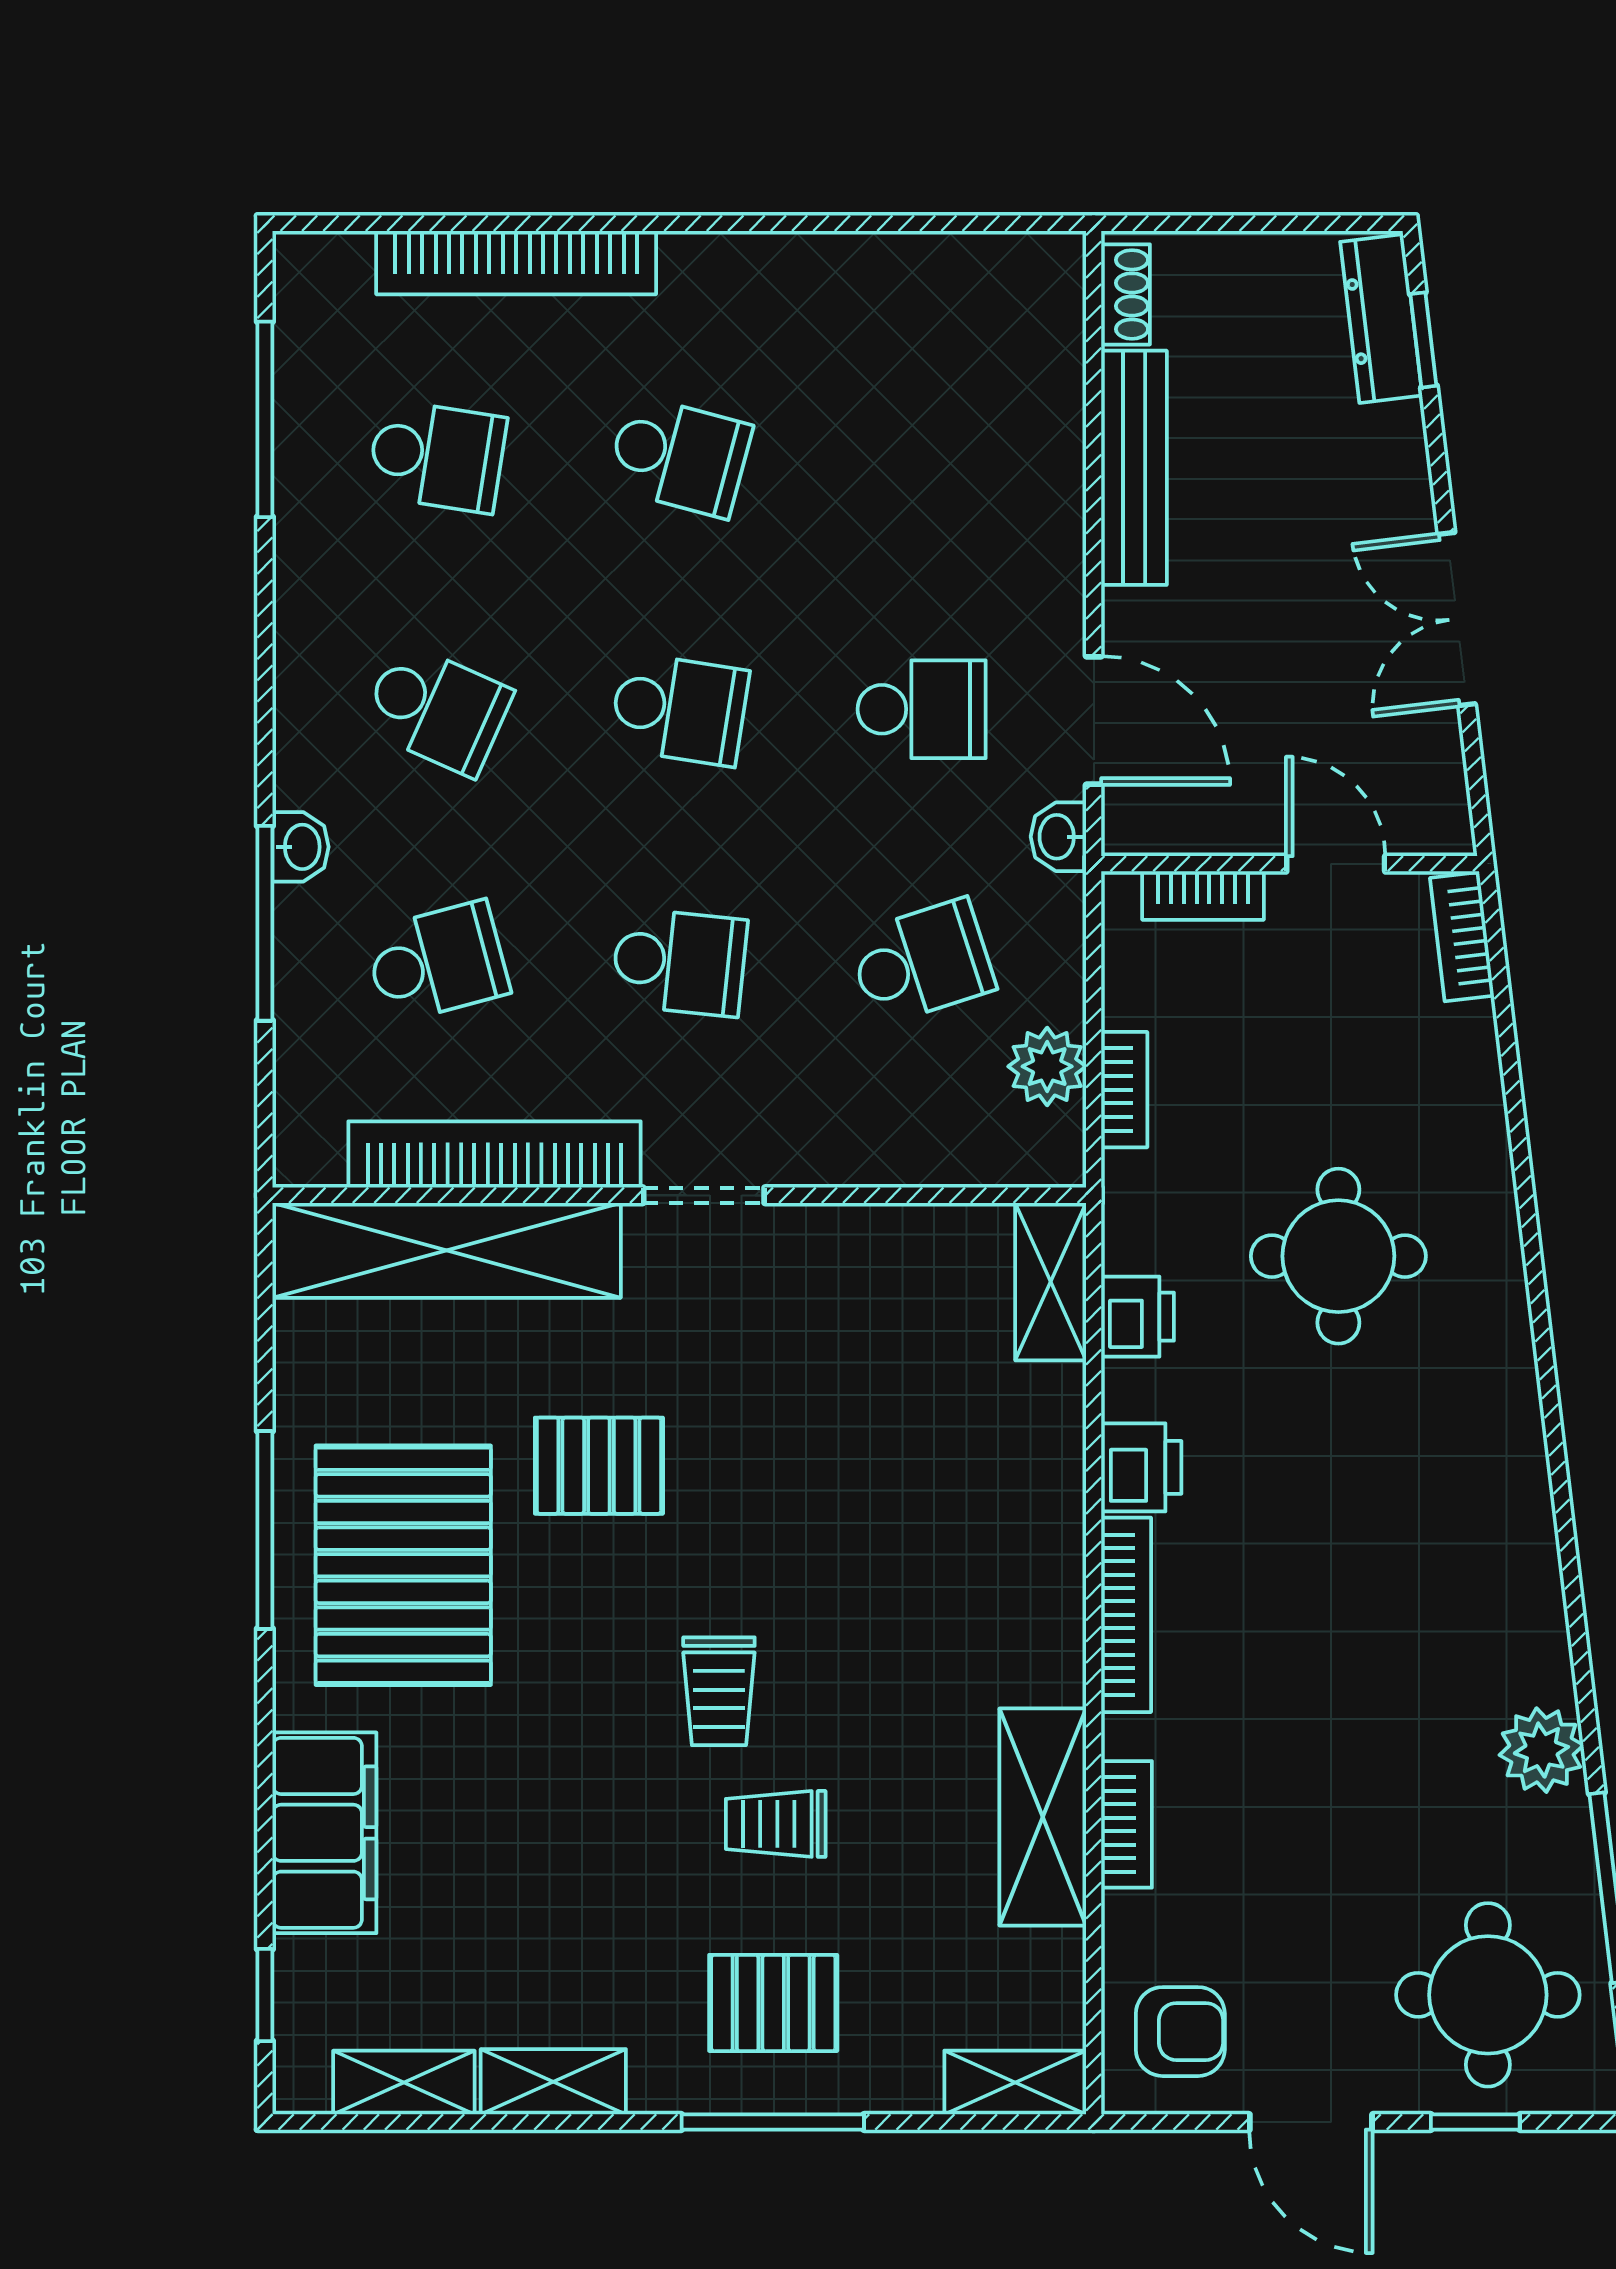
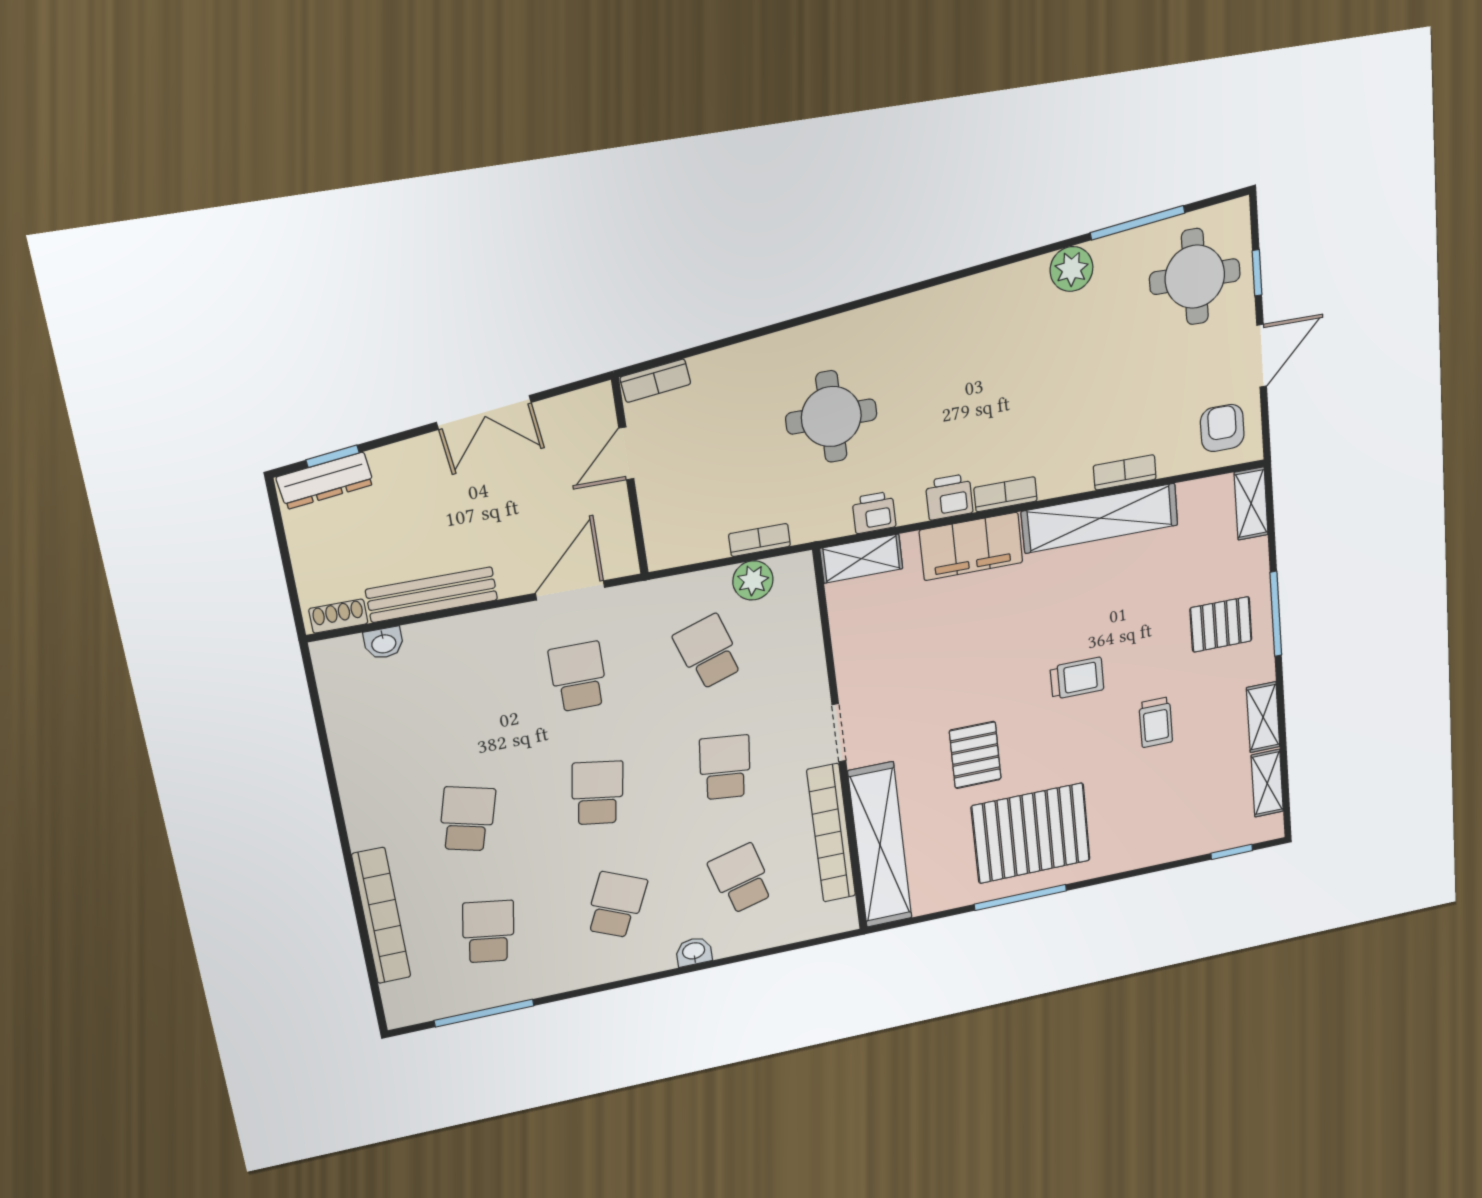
washbasin: (1058, 837) -> (384, 643), moved
bookcase: (1203, 896) -> (653, 519), removed
window: (265, 923) -> (733, 959), removed
bookcase: (1126, 1615) -> (1006, 494), width x0.64
shelving: (1043, 1817) -> (1100, 518), width x1.47
trolley: (776, 1824) -> (1156, 722), moved
filing cabinet: (324, 1833) -> (971, 546), moved, turned 180
pallet: (773, 2003) -> (1221, 624), turned 90

